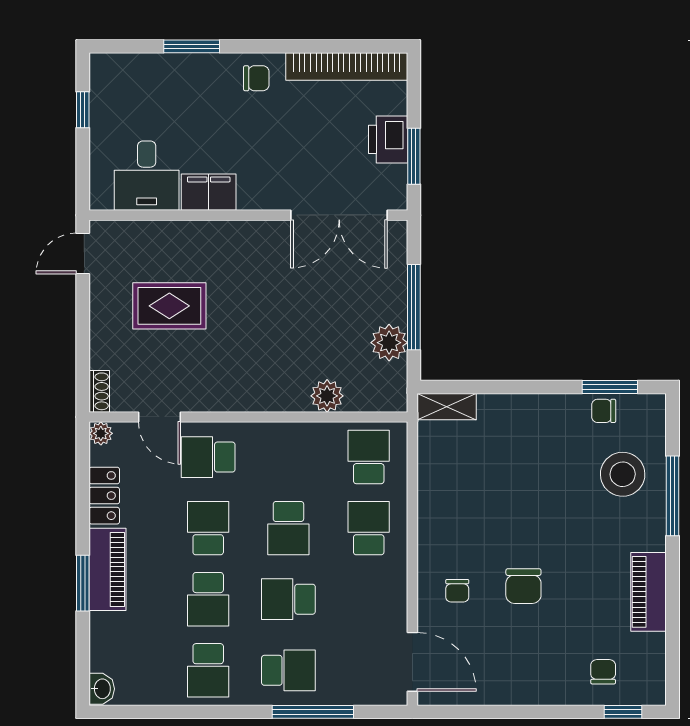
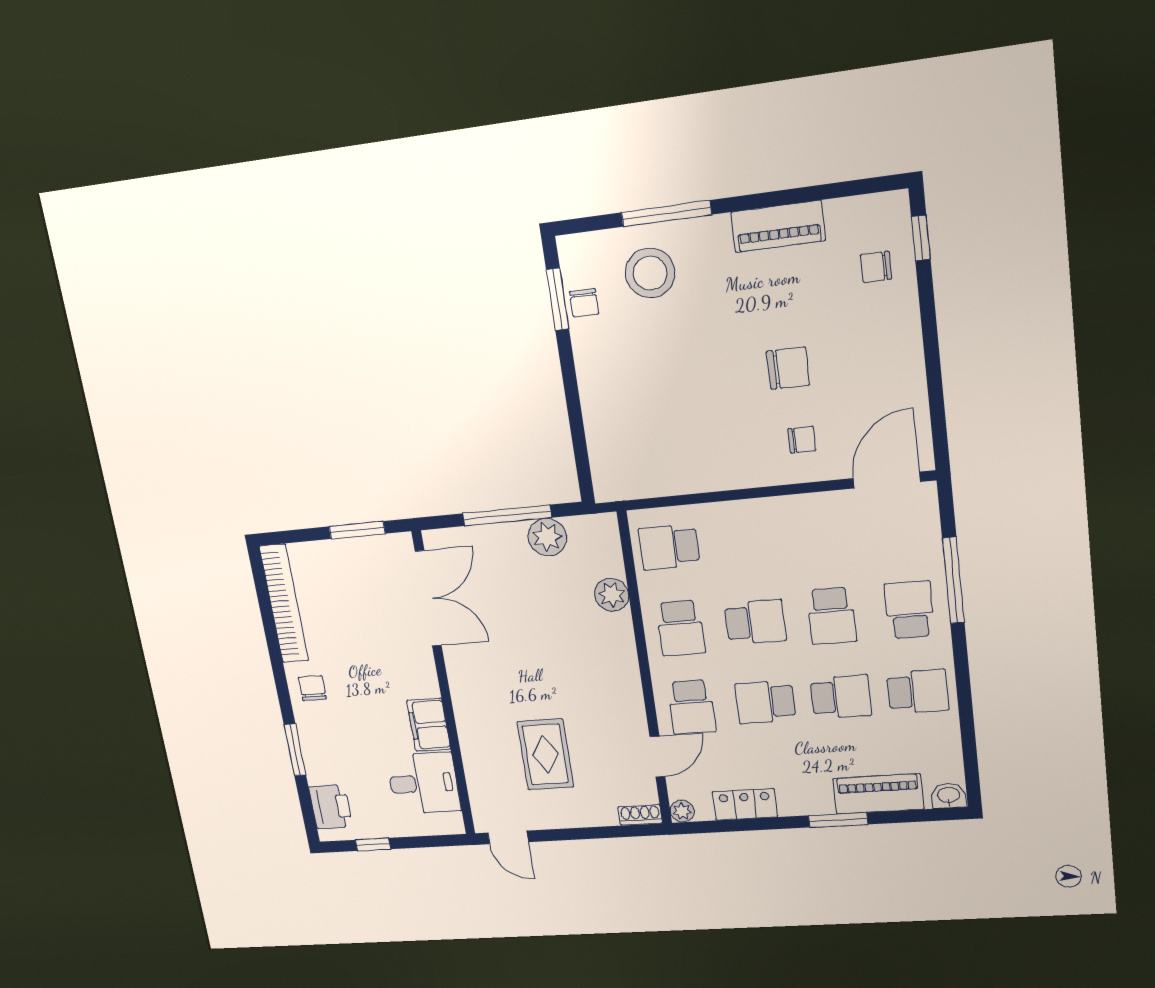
printer: (388, 139) -> (331, 807), moved, turned -90
shelving: (447, 407) -> (605, 472), removed
school desk: (369, 528) -> (681, 628), moved, turned -90
piano: (107, 569) -> (878, 794), moved

